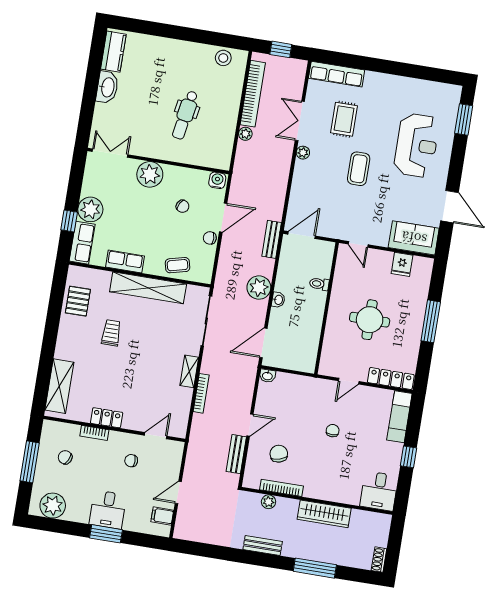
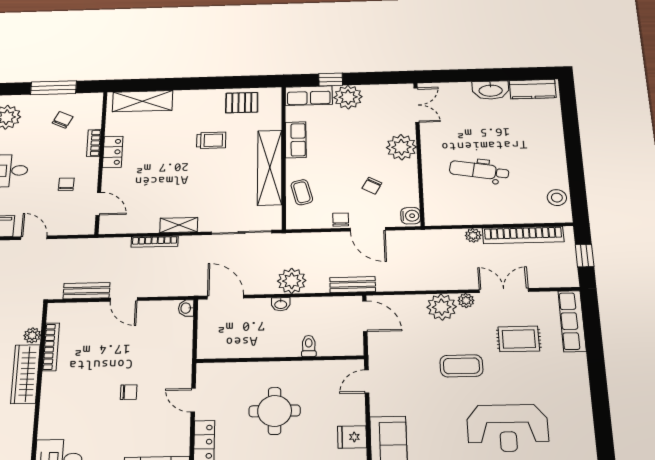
plant: (305, 173) -> (442, 307), added
chair: (279, 454) -> (93, 337), removed
wardrobe: (324, 514) -> (25, 374), moved

